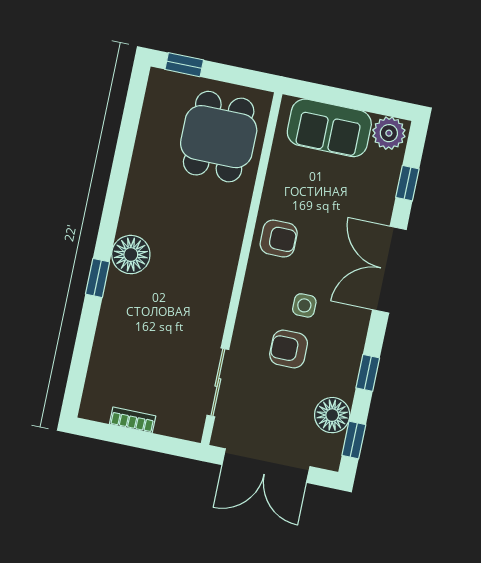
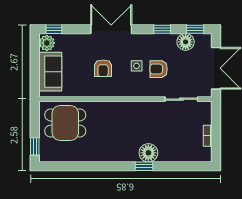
window: (407, 183) -> (54, 29), moved
armchair: (279, 239) -> (103, 68), moved, turned 180
floor lamp: (131, 255) -> (148, 153), moved
double door: (389, 270) -> (111, 29), swing flipped
armchair: (289, 349) -> (159, 69), turned 90

